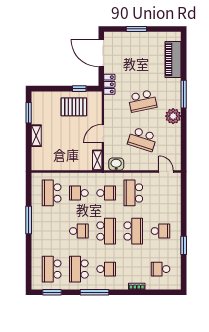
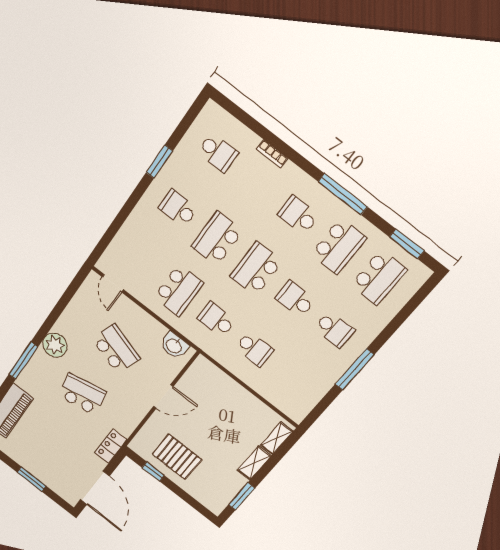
shelving: (97, 160) -> (277, 438), moved
school desk: (52, 193) -> (334, 330), moved, width x0.54

